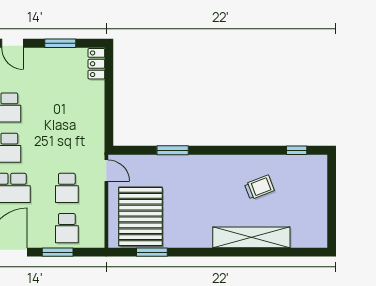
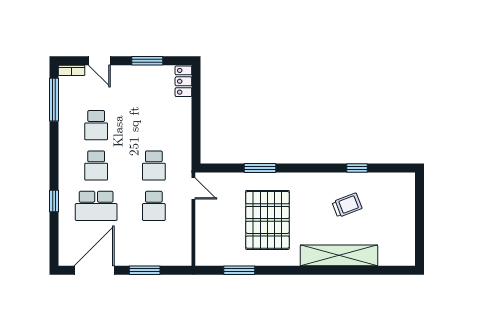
window: (297, 150) -> (357, 168), moved
pallet: (140, 216) -> (267, 220), moved
school desk: (67, 228) -> (154, 165), moved

